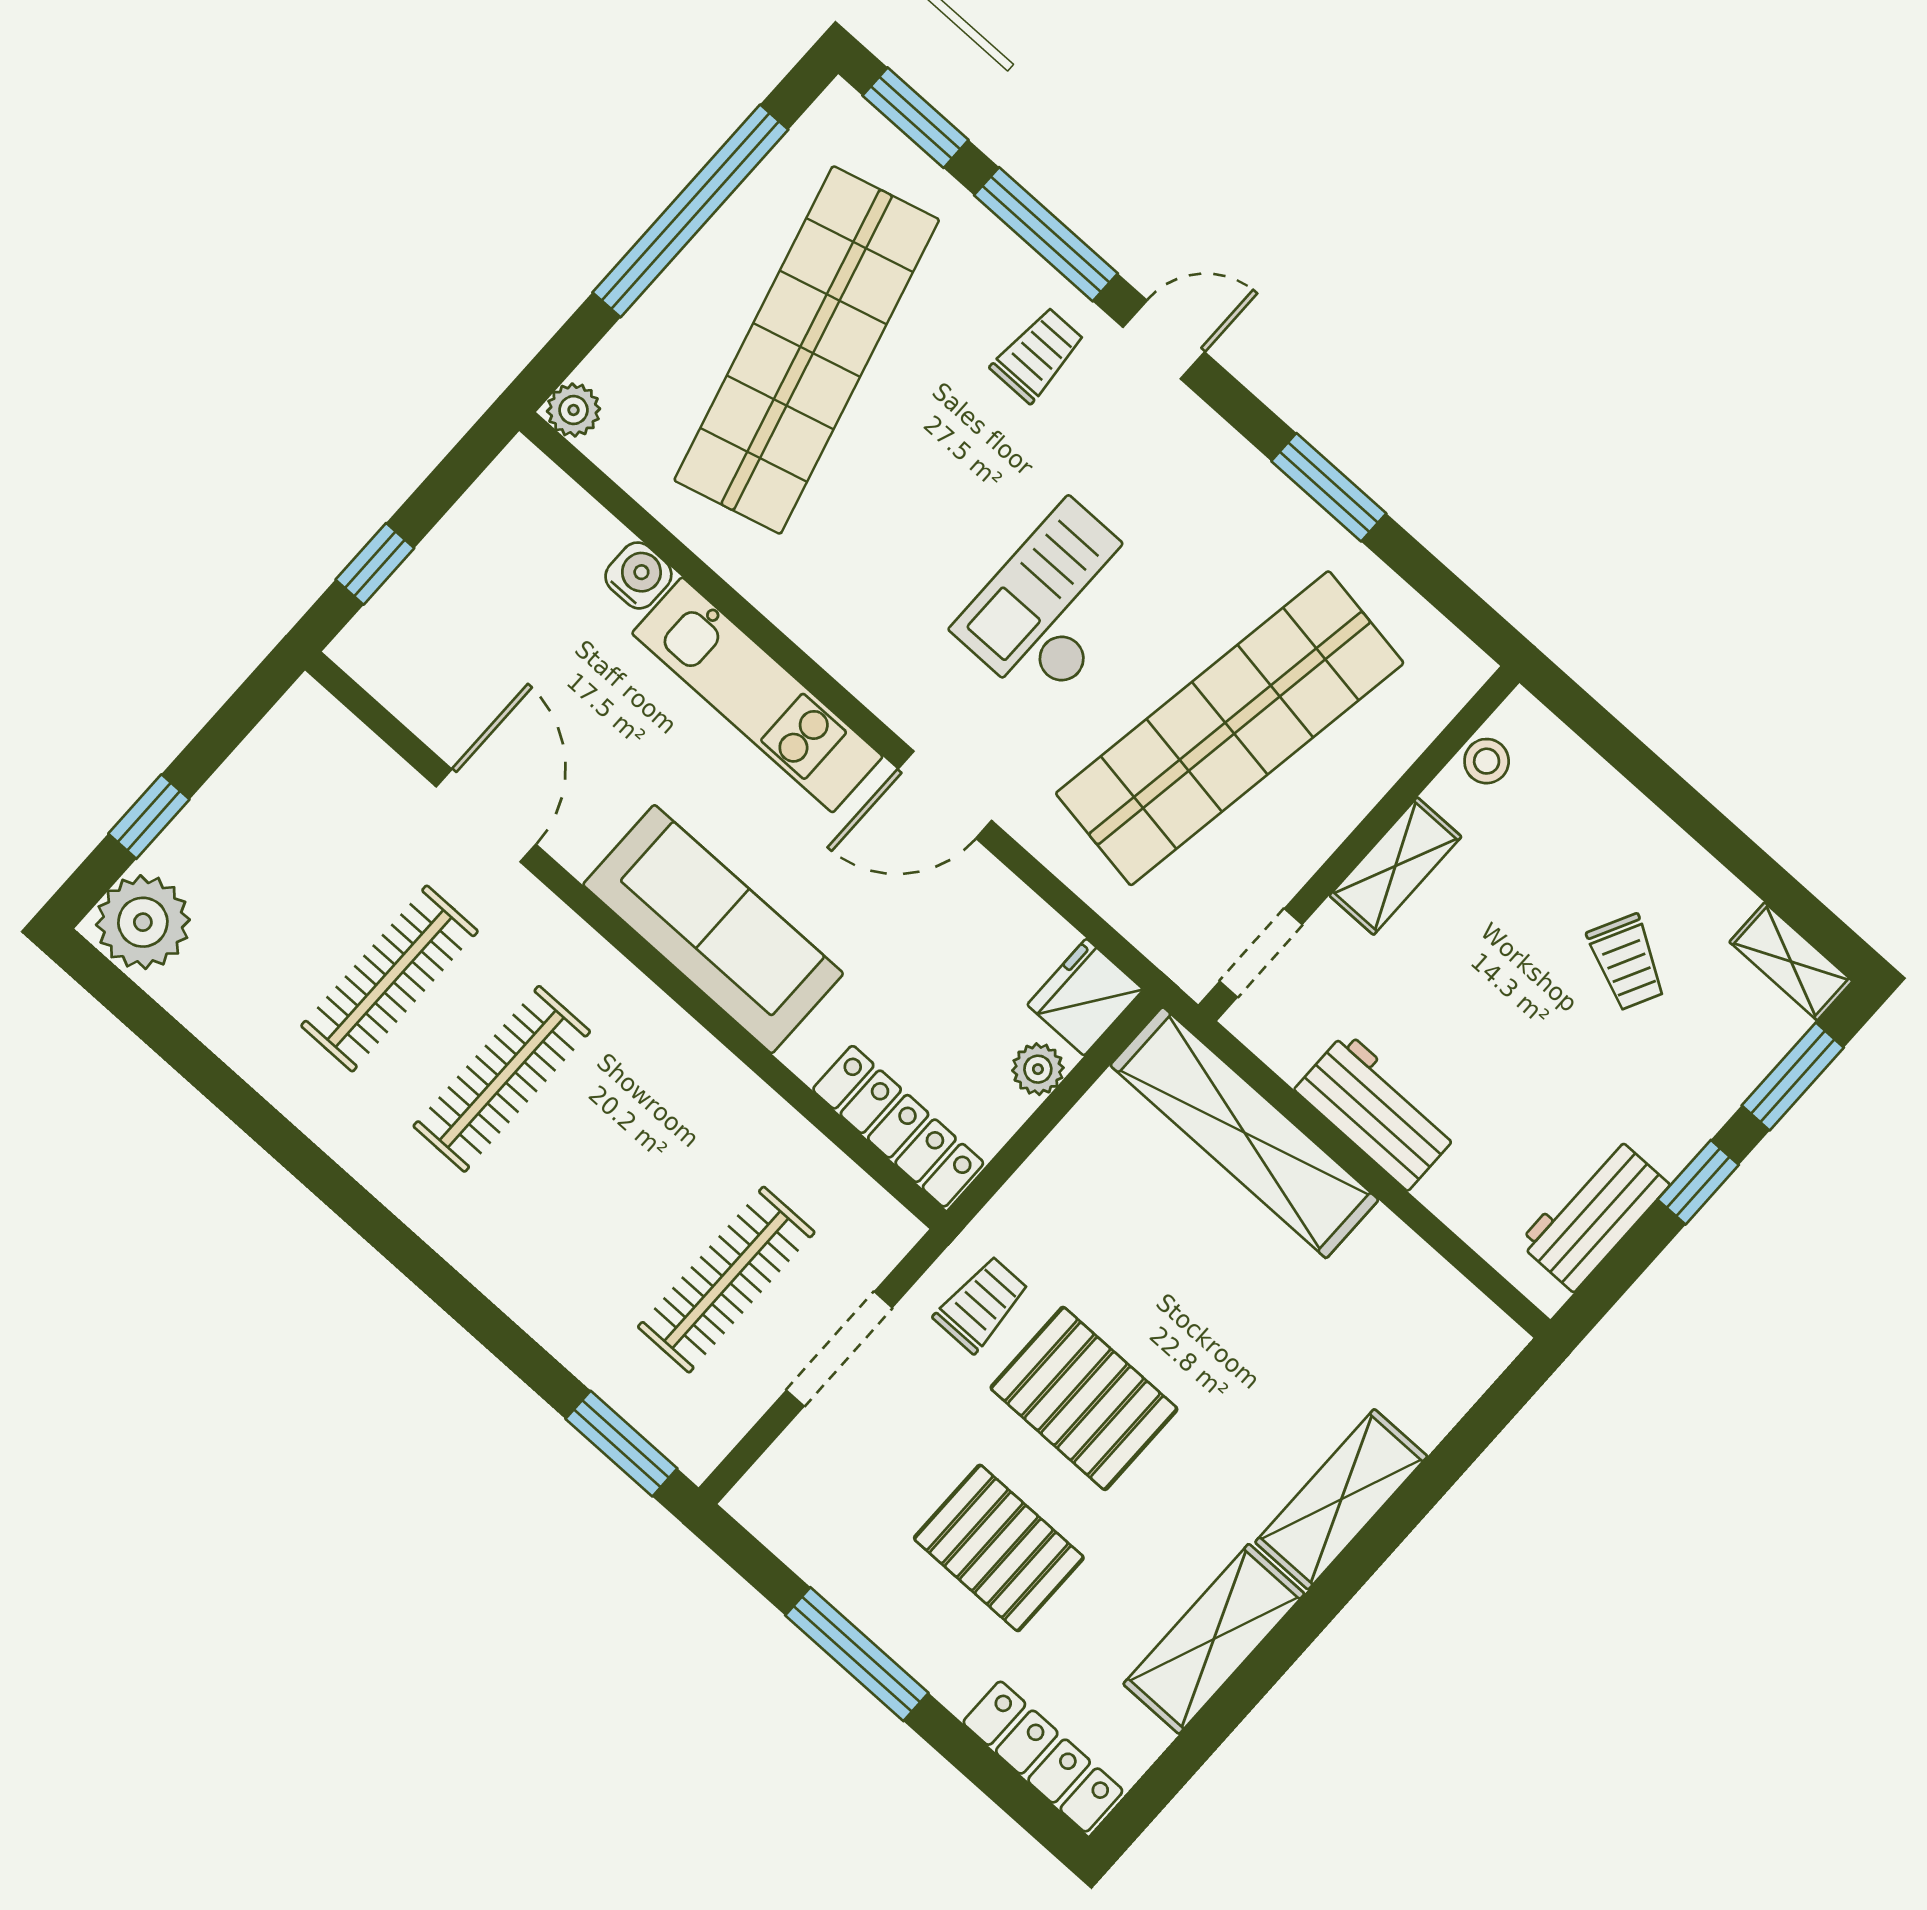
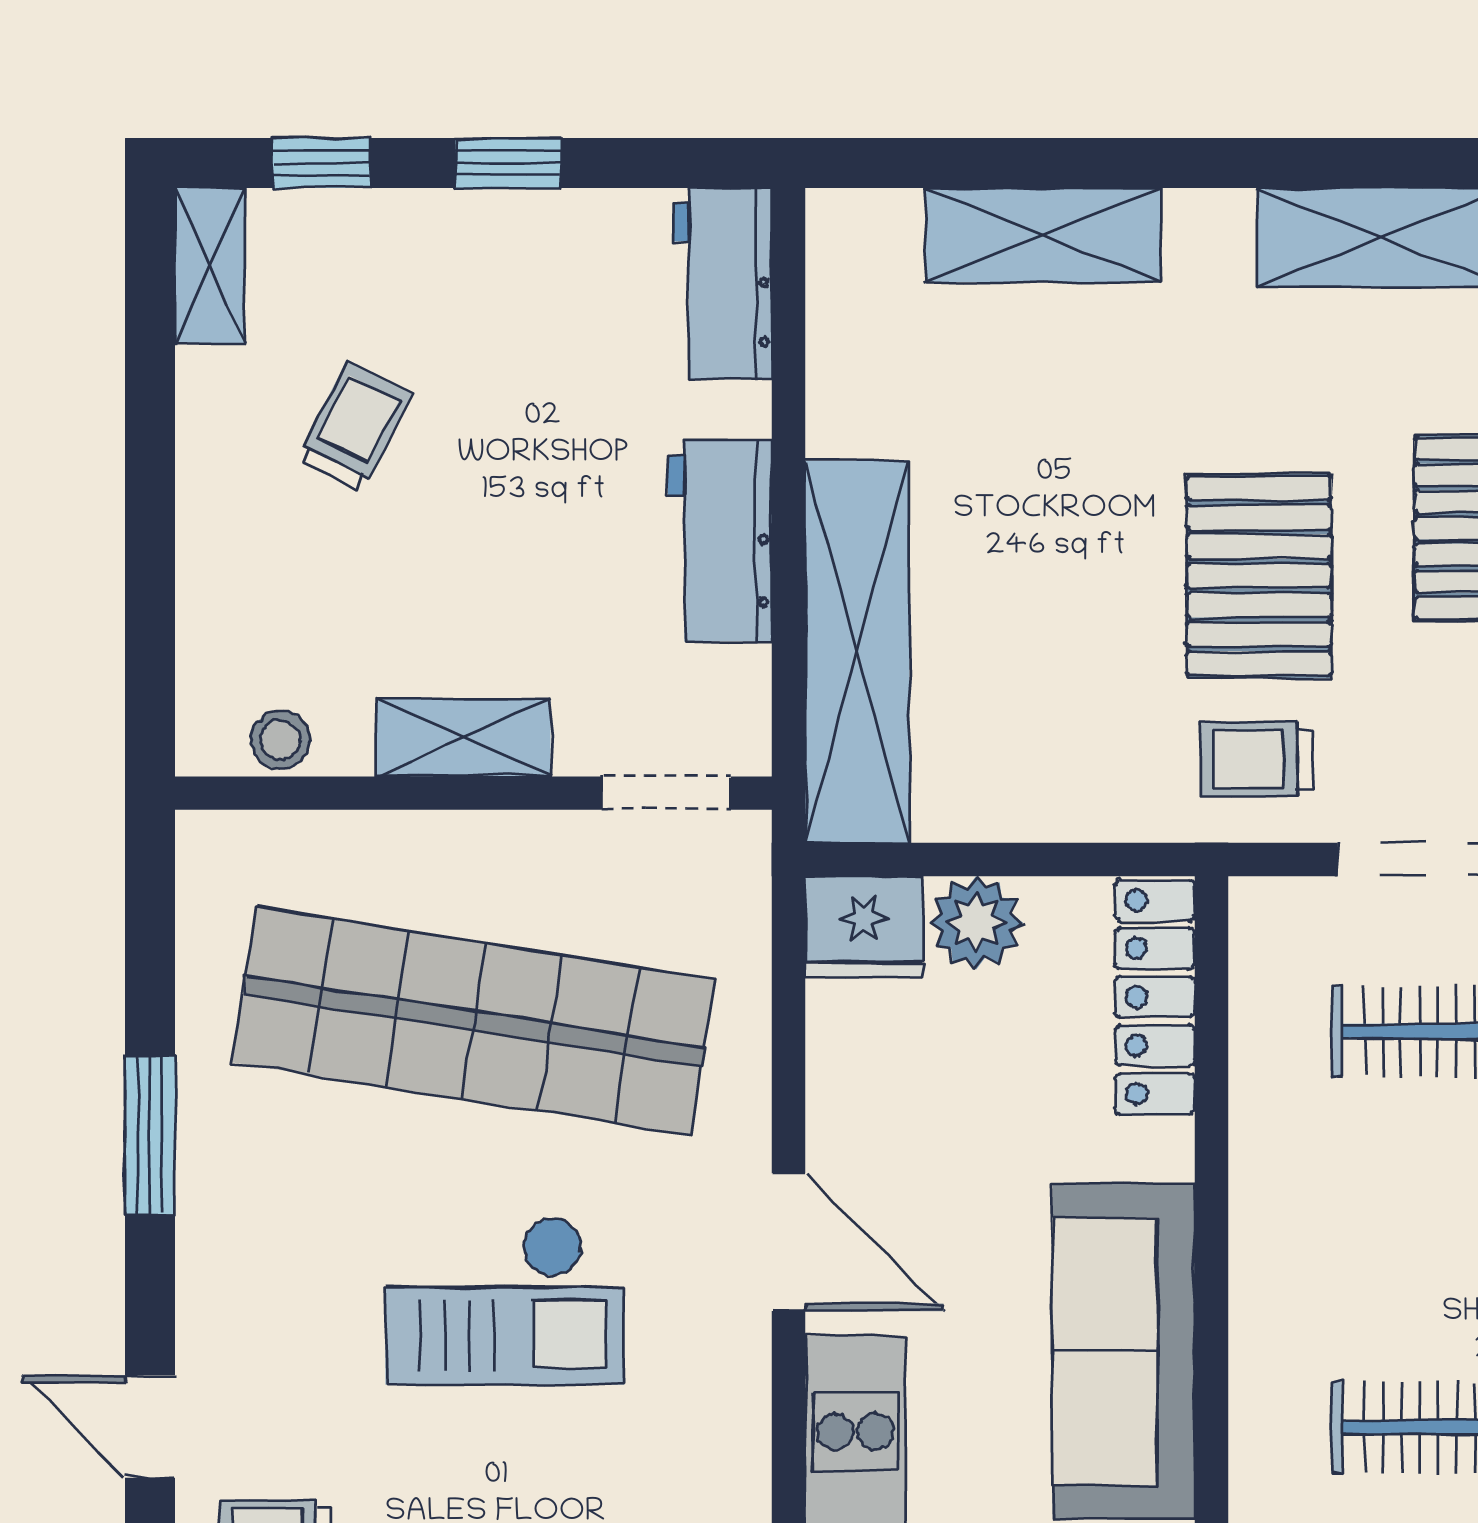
plant: (1038, 1069) -> (976, 923), width x1.38, depth x1.38
window: (1793, 1076) -> (321, 163), width x0.67
workbench: (1594, 1214) -> (723, 283), moved, turned 90
shelving: (1341, 1499) -> (1043, 235), moved

